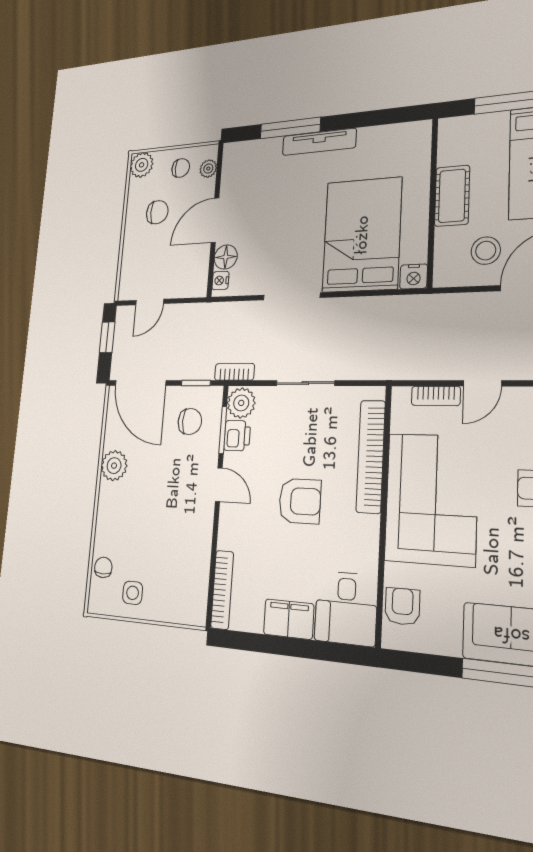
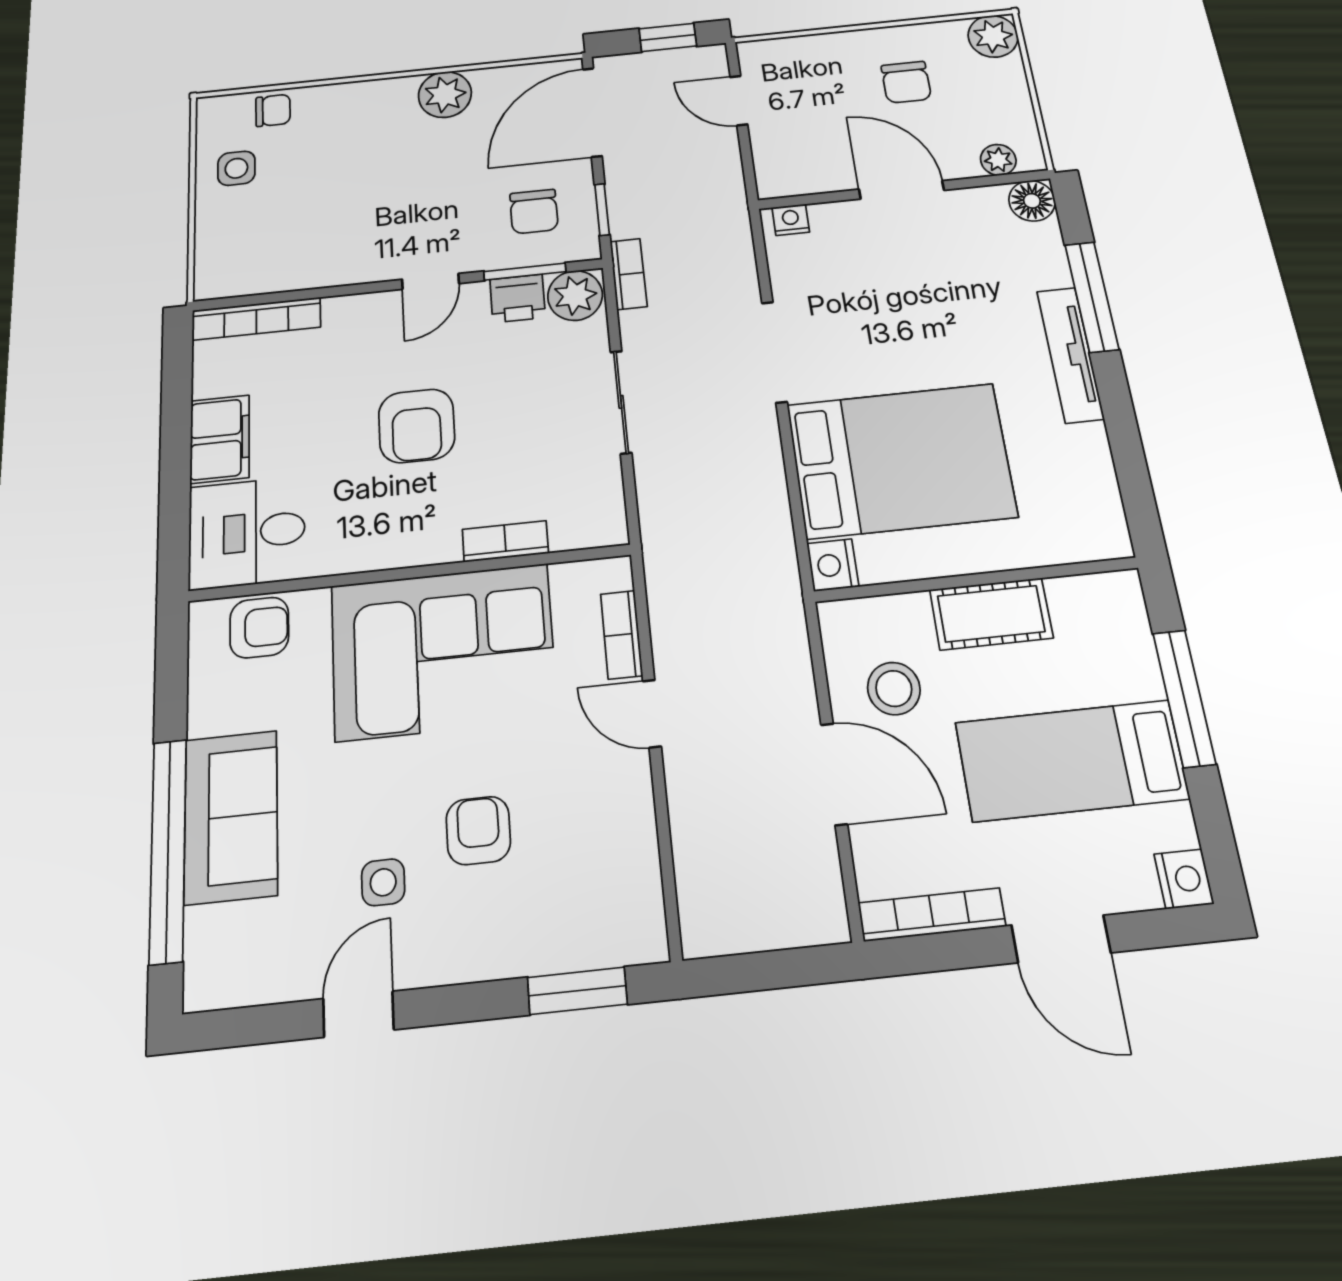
chair: (181, 168) -> (994, 109), removed
floor lamp: (226, 257) -> (1032, 201), moved
bookcase: (371, 456) -> (505, 541), width x0.43, depth x0.76

